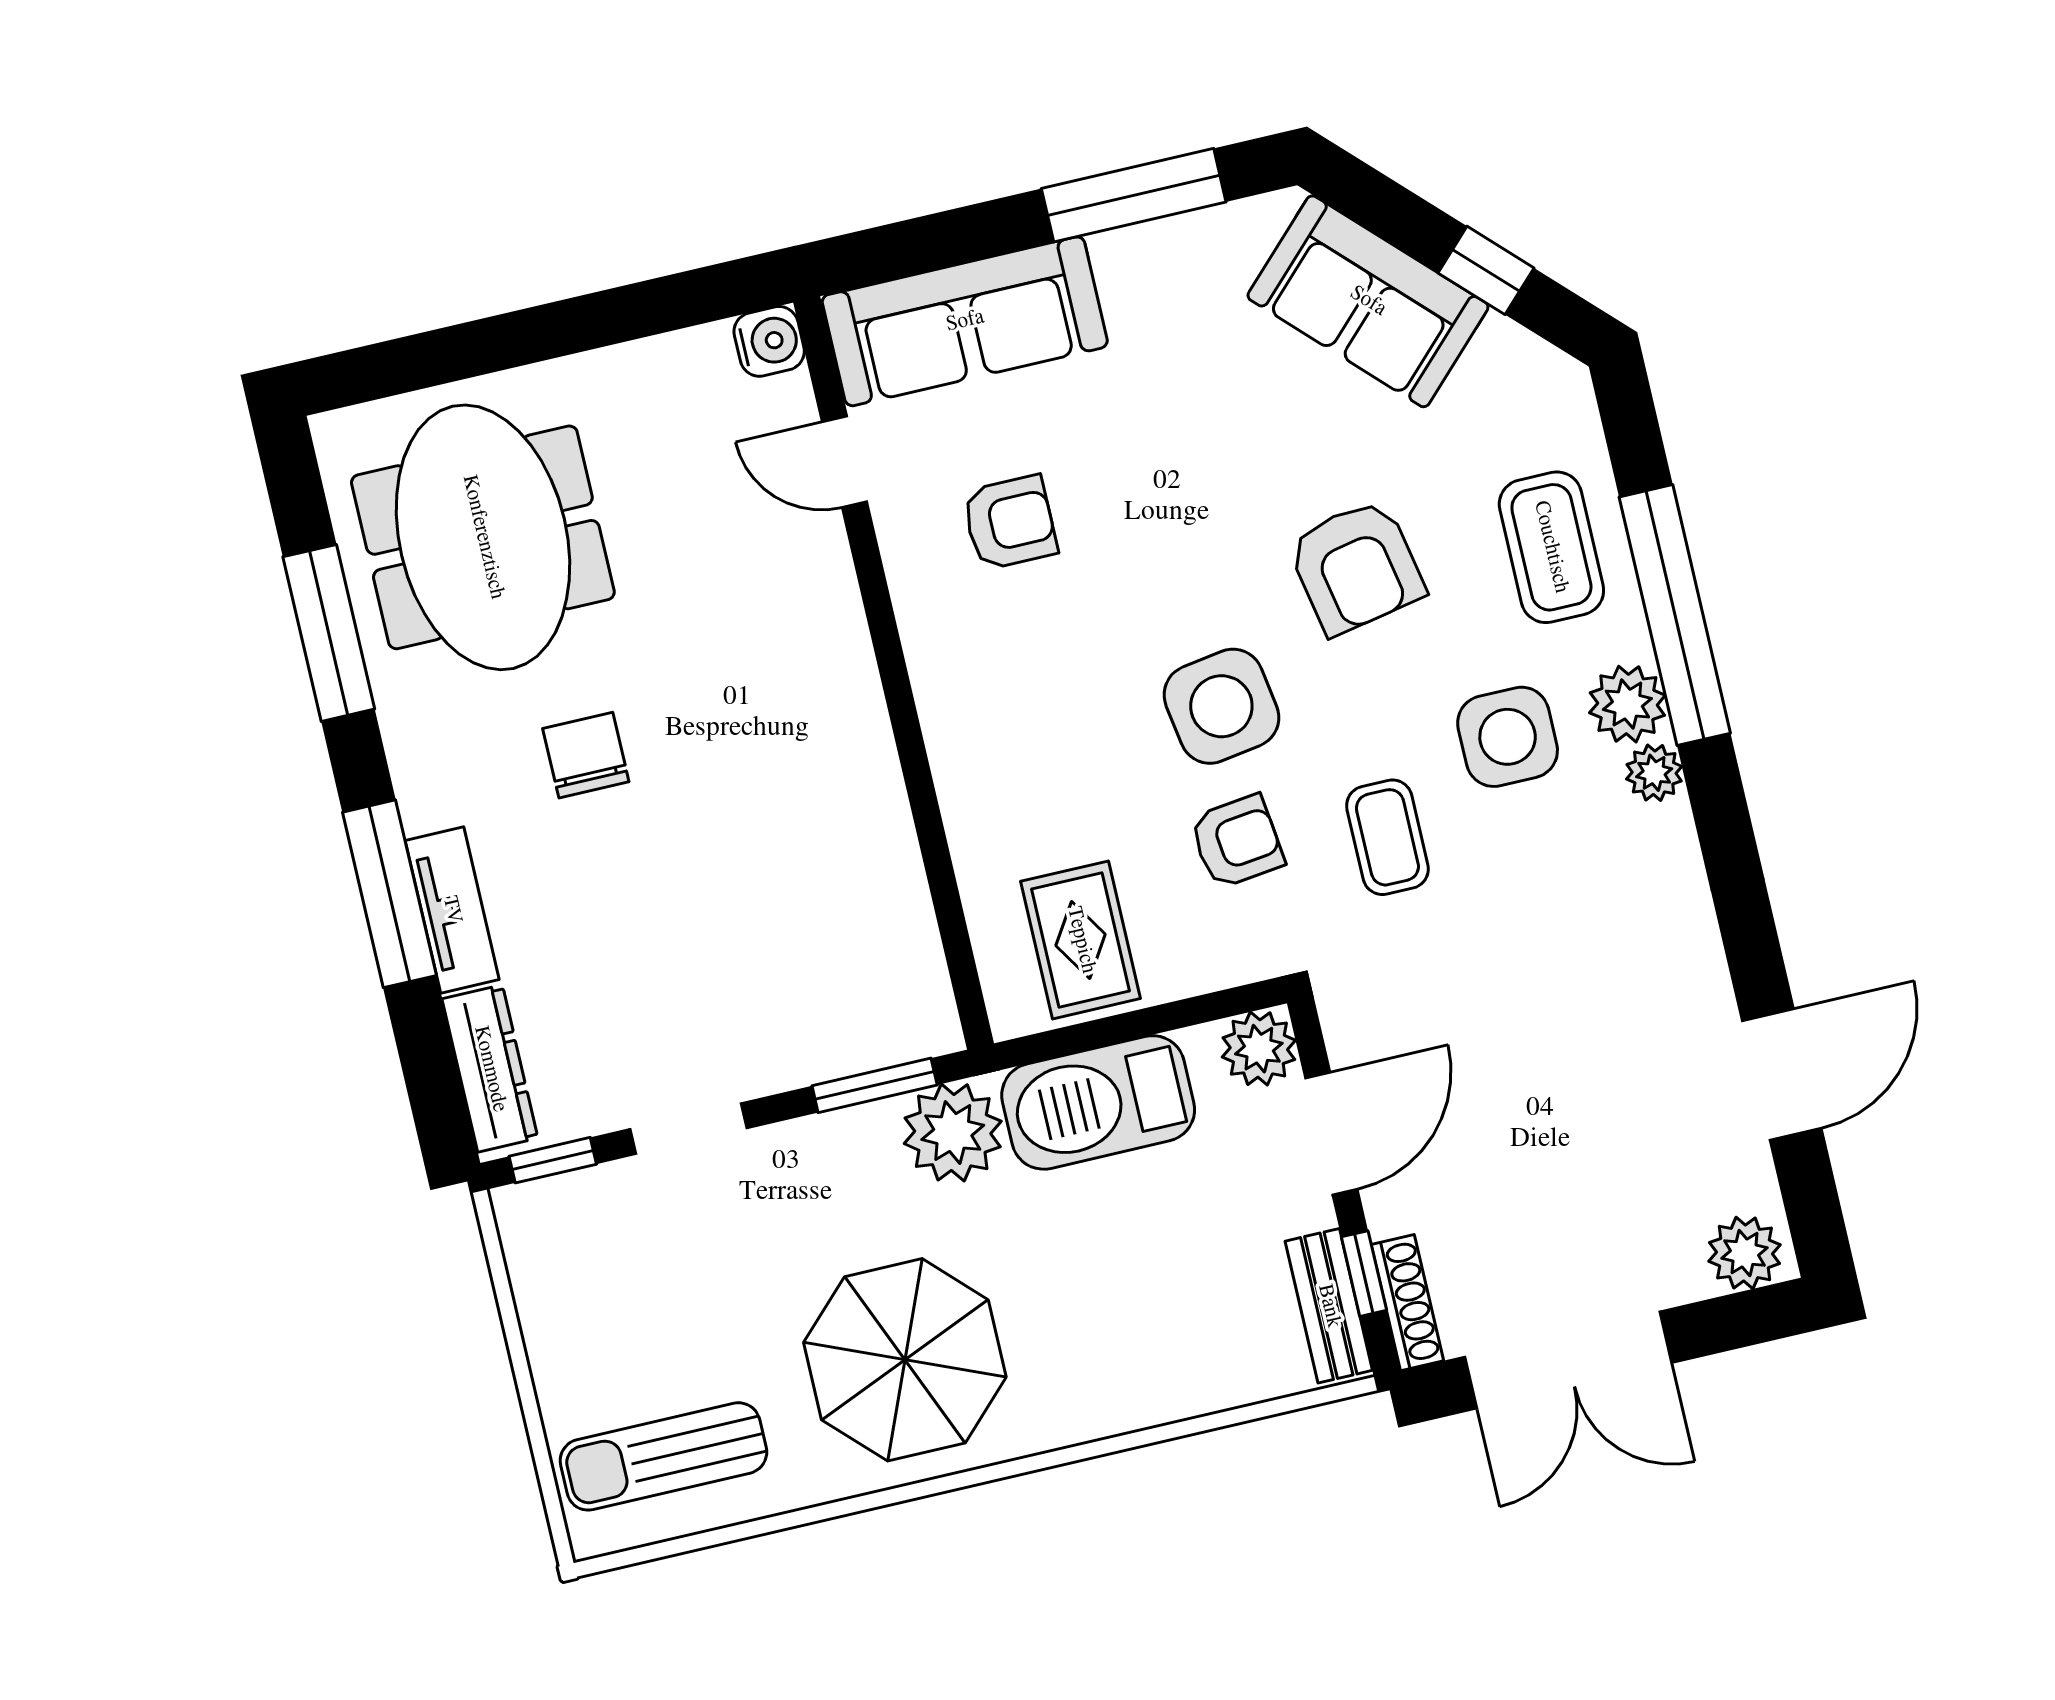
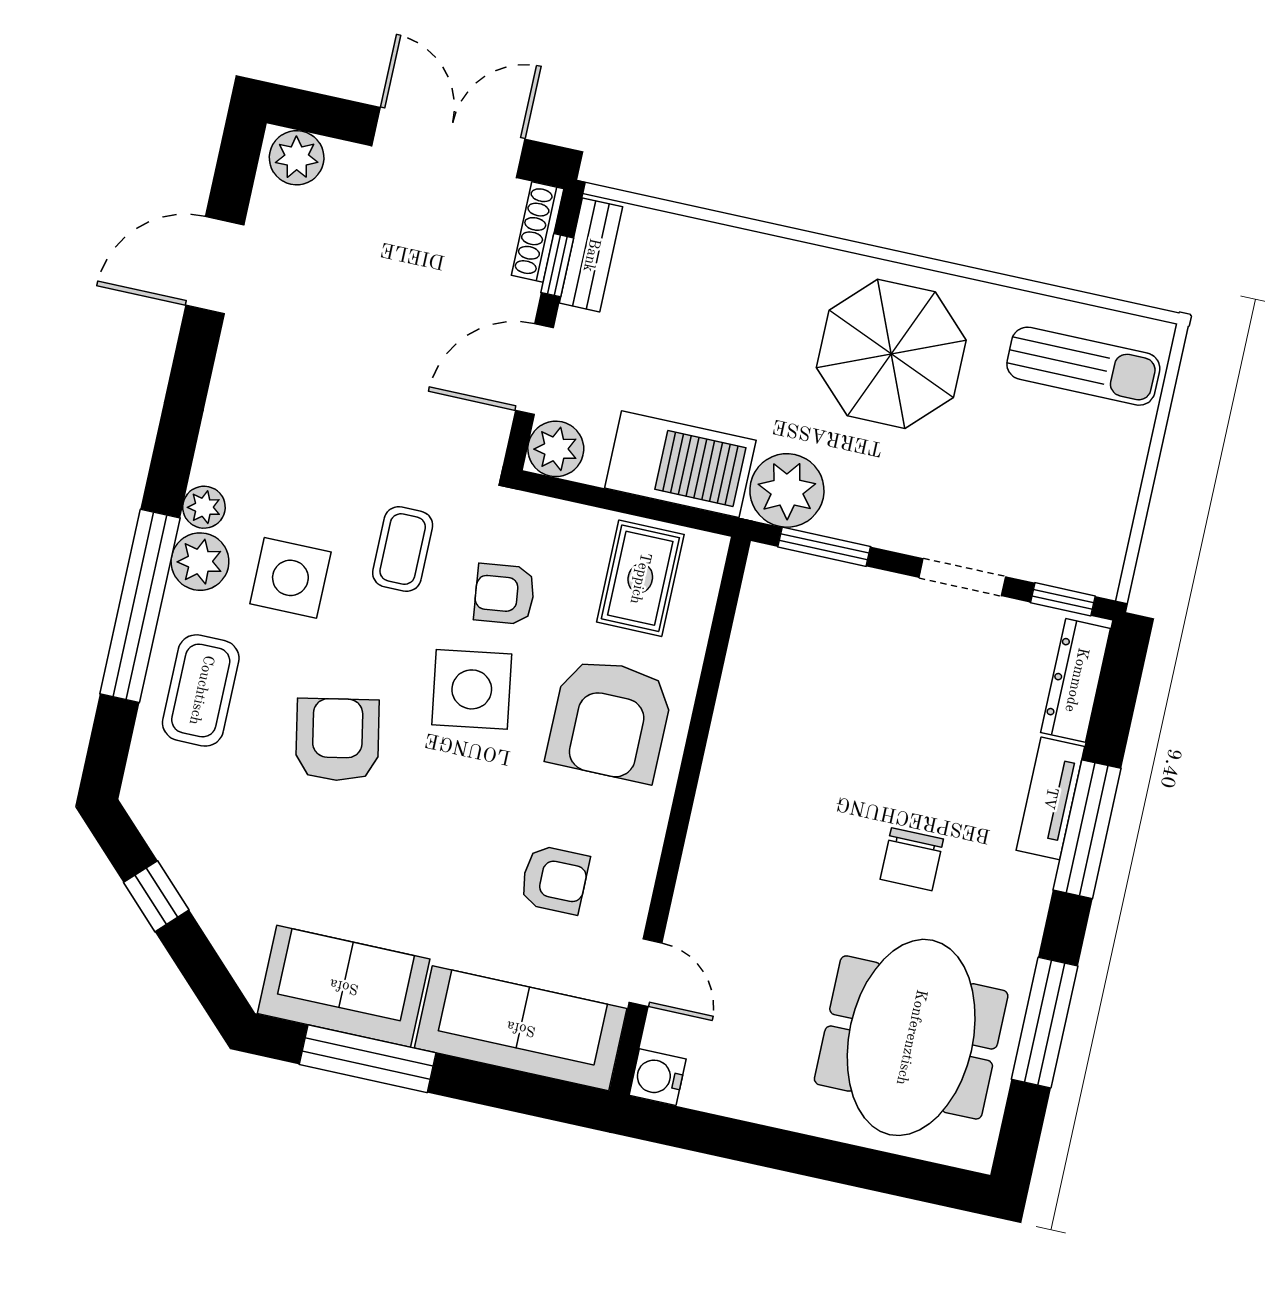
sofa: (1368, 301) -> (344, 986), moved, turned -45
armchair: (1010, 522) -> (555, 880), turned 180
armchair: (1035, 750) -> (610, 720), added

